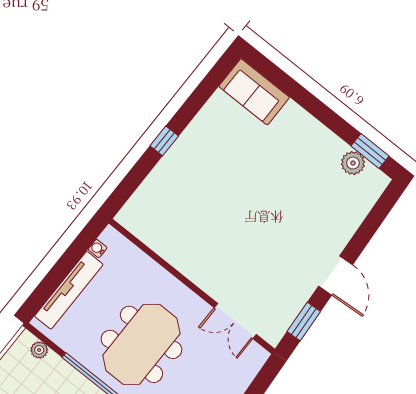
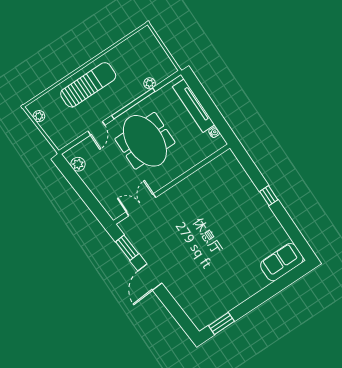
plant: (353, 163) -> (217, 310), removed
door: (336, 275) -> (150, 277), hinge flipped
plant: (39, 350) -> (150, 83), moved

